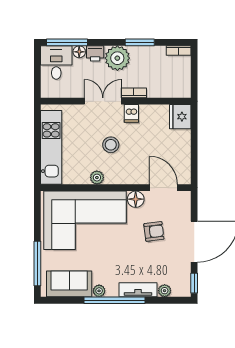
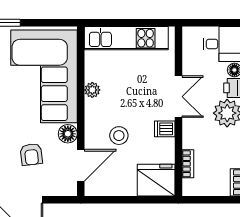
bookcase: (134, 93) -> (188, 164), moved
fridge: (180, 117) -> (156, 180), width x1.36, depth x1.34
stool: (111, 145) -> (119, 136), moved

